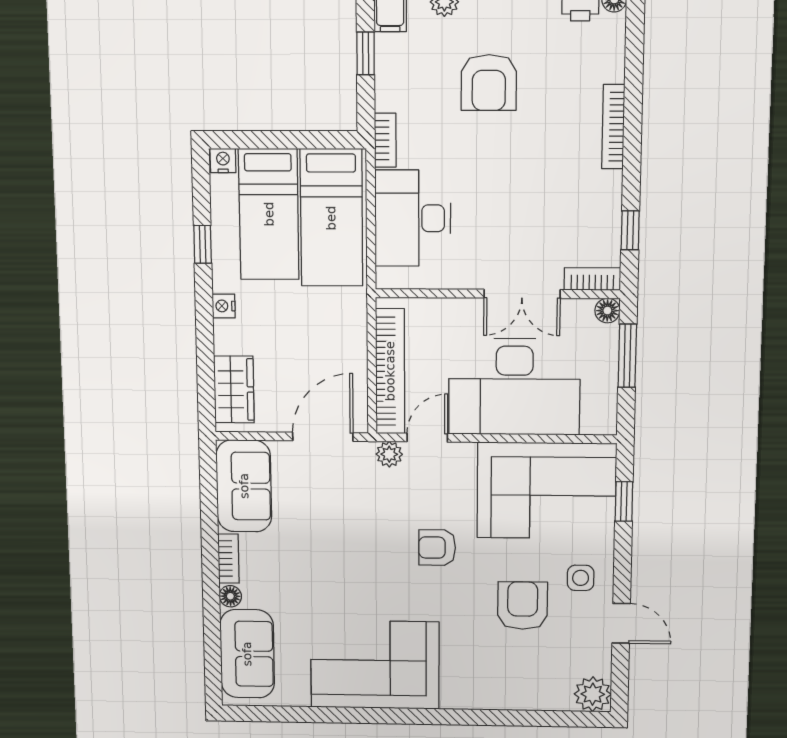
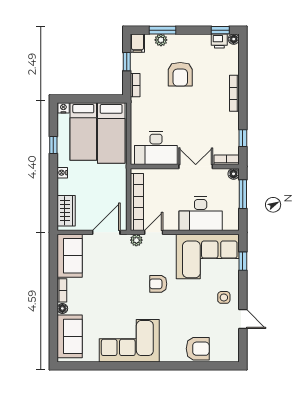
bookcase: (385, 140) -> (135, 85), moved
desk: (413, 218) -> (156, 148), moved, turned -90
double door: (522, 294) -> (196, 167), swing flipped
desk: (514, 387) -> (201, 214), width x0.73, depth x0.77
armchair: (523, 606) -> (198, 349), moved, turned 90
plant: (593, 694) -> (230, 354), removed

